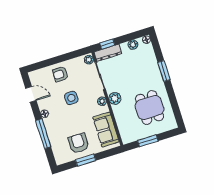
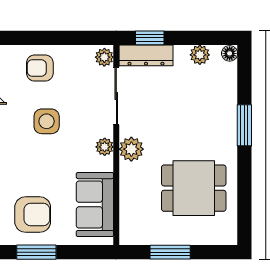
dining table: (149, 108) -> (194, 188), turned 90
armchair: (78, 143) -> (33, 215), turned 90

